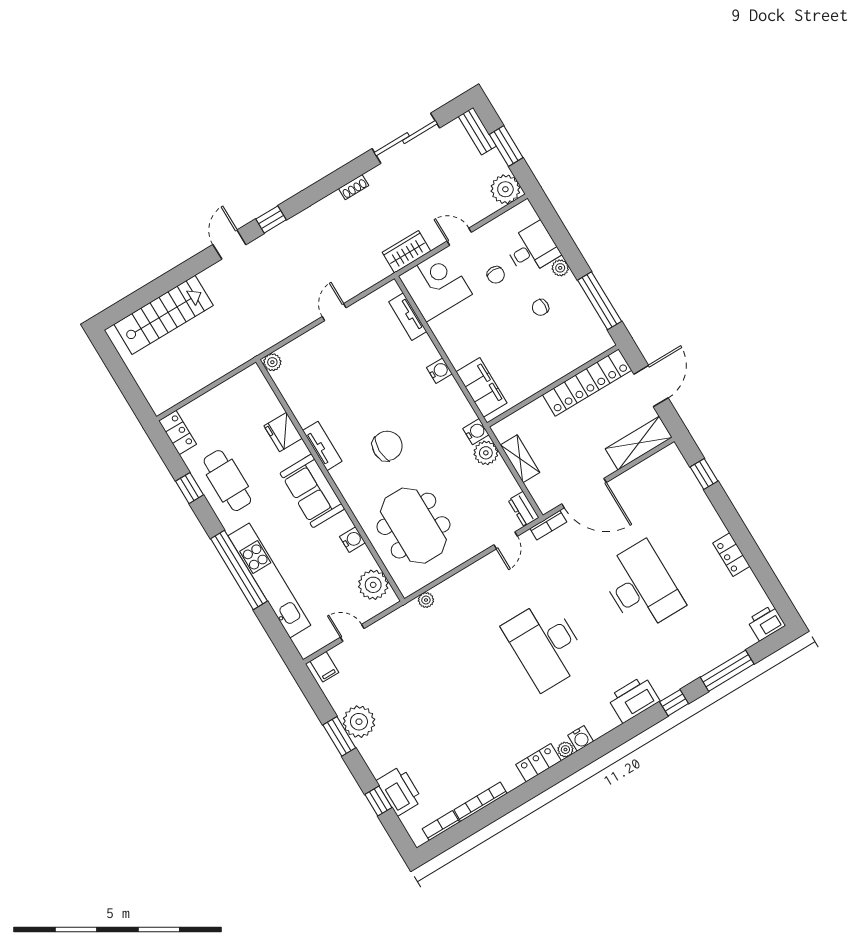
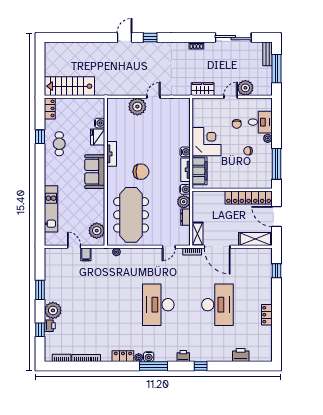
window: (506, 146) -> (277, 69), width x1.44
plant: (505, 189) -> (245, 88), moved
door: (459, 237) -> (231, 97), hinge flipped
corner desk: (435, 285) -> (207, 142), moved
stairs: (164, 315) -> (69, 86), moved, turned 180
tv unit: (408, 317) -> (185, 170), moved
plant: (272, 362) -> (137, 107), moved, width x1.88, depth x1.88
door: (651, 386) -> (277, 217), swing flipped
shelving: (520, 459) -> (197, 234), moved
cafe table: (227, 481) -> (59, 144), width x0.73, depth x0.74
dresser: (524, 509) -> (185, 217), moved
meeting table: (413, 526) -> (131, 215), width x1.36
water cooler: (352, 540) -> (100, 123), moved
window: (239, 570) -> (40, 187), removed
kitchen unit: (269, 581) -> (51, 209), width x0.73
printer: (766, 623) -> (241, 355), moved
filing cabinet: (324, 667) -> (86, 254), moved
window: (727, 671) -> (154, 366), moved
printer: (634, 699) -> (183, 356), width x0.53, depth x0.68
plant: (359, 722) -> (53, 310), moved
printer: (399, 791) -> (50, 326), width x0.53, depth x0.68

